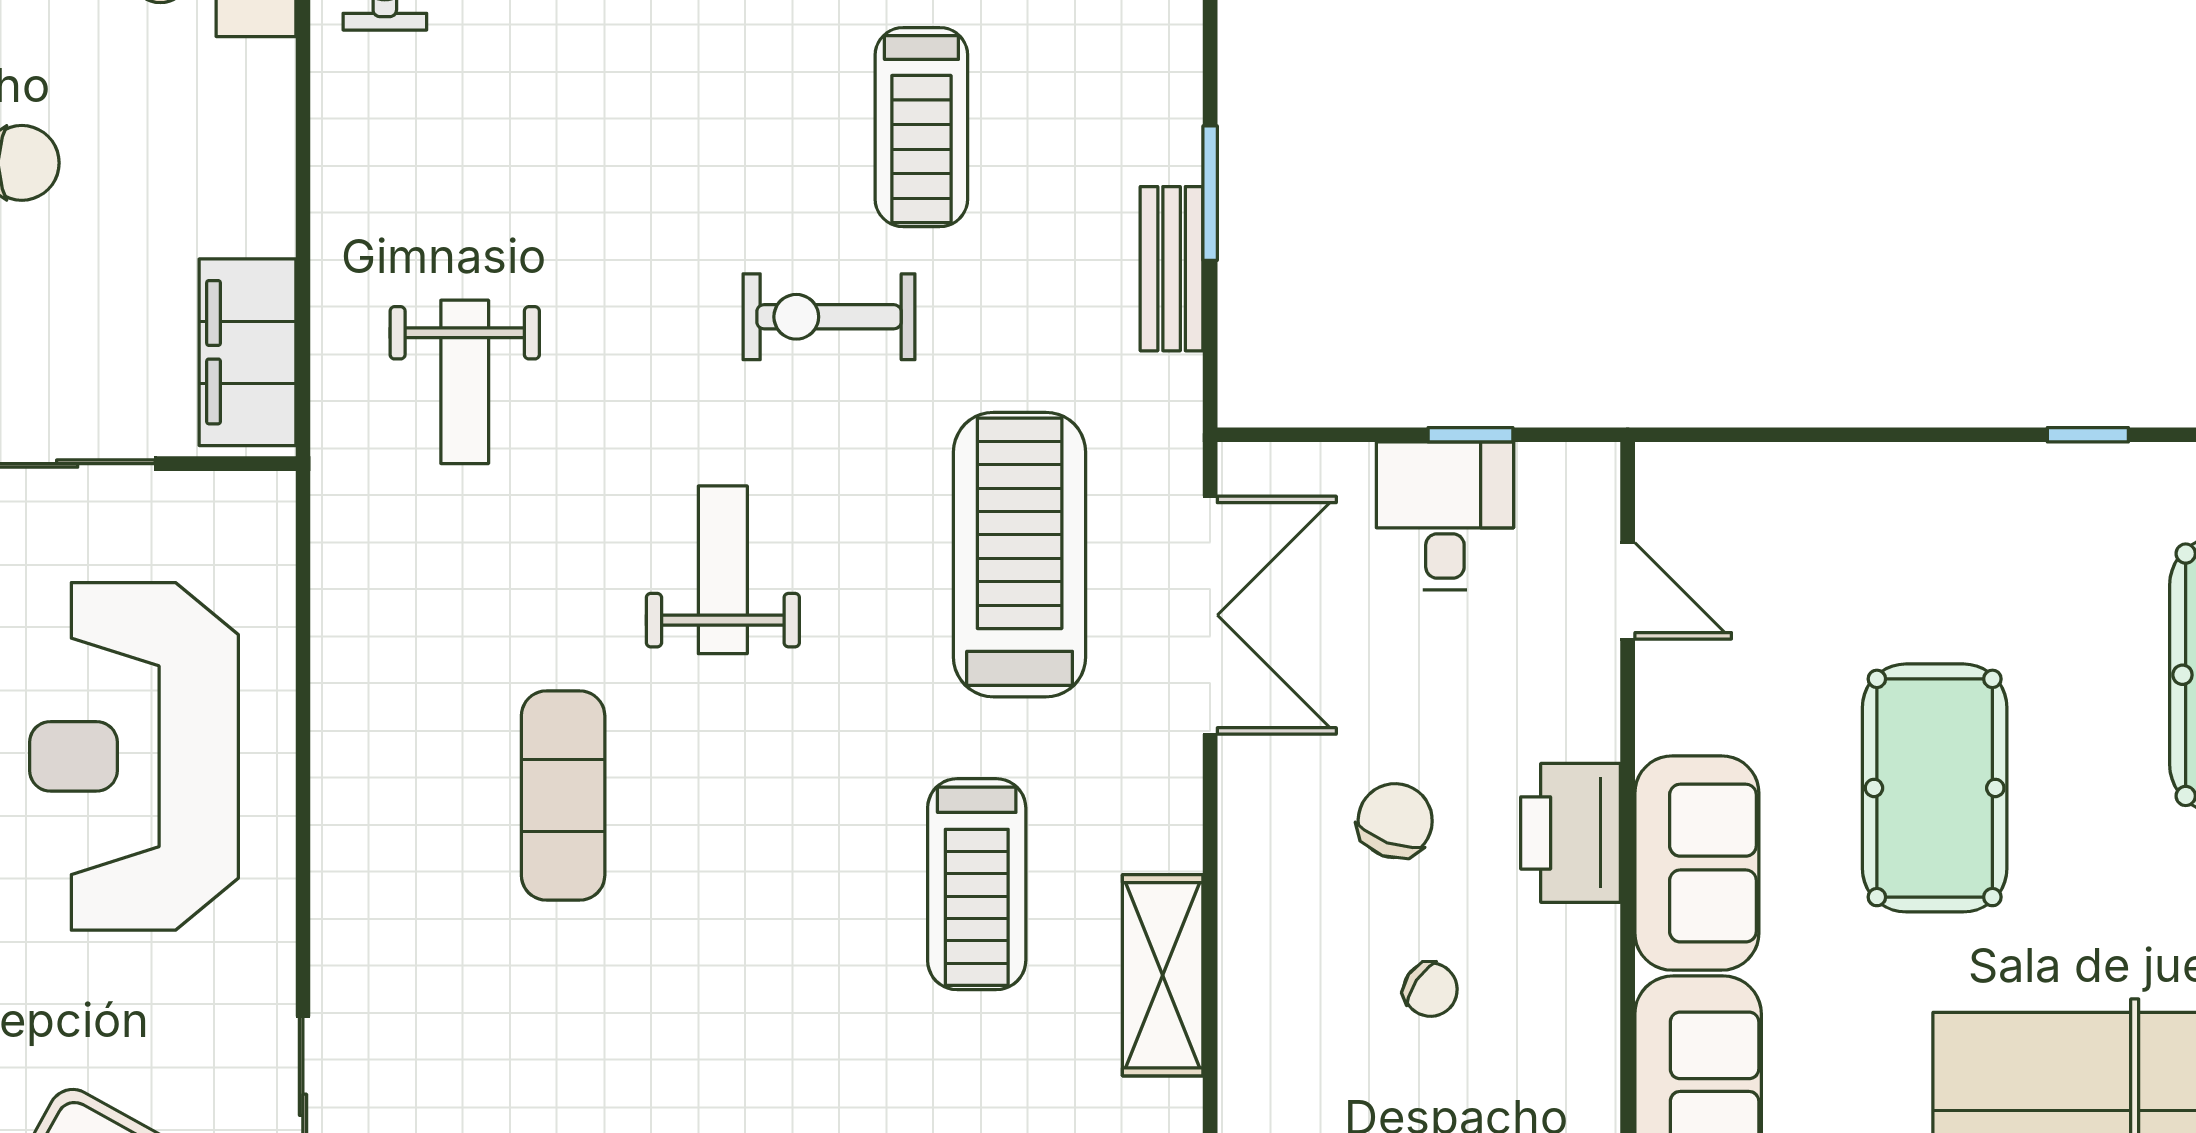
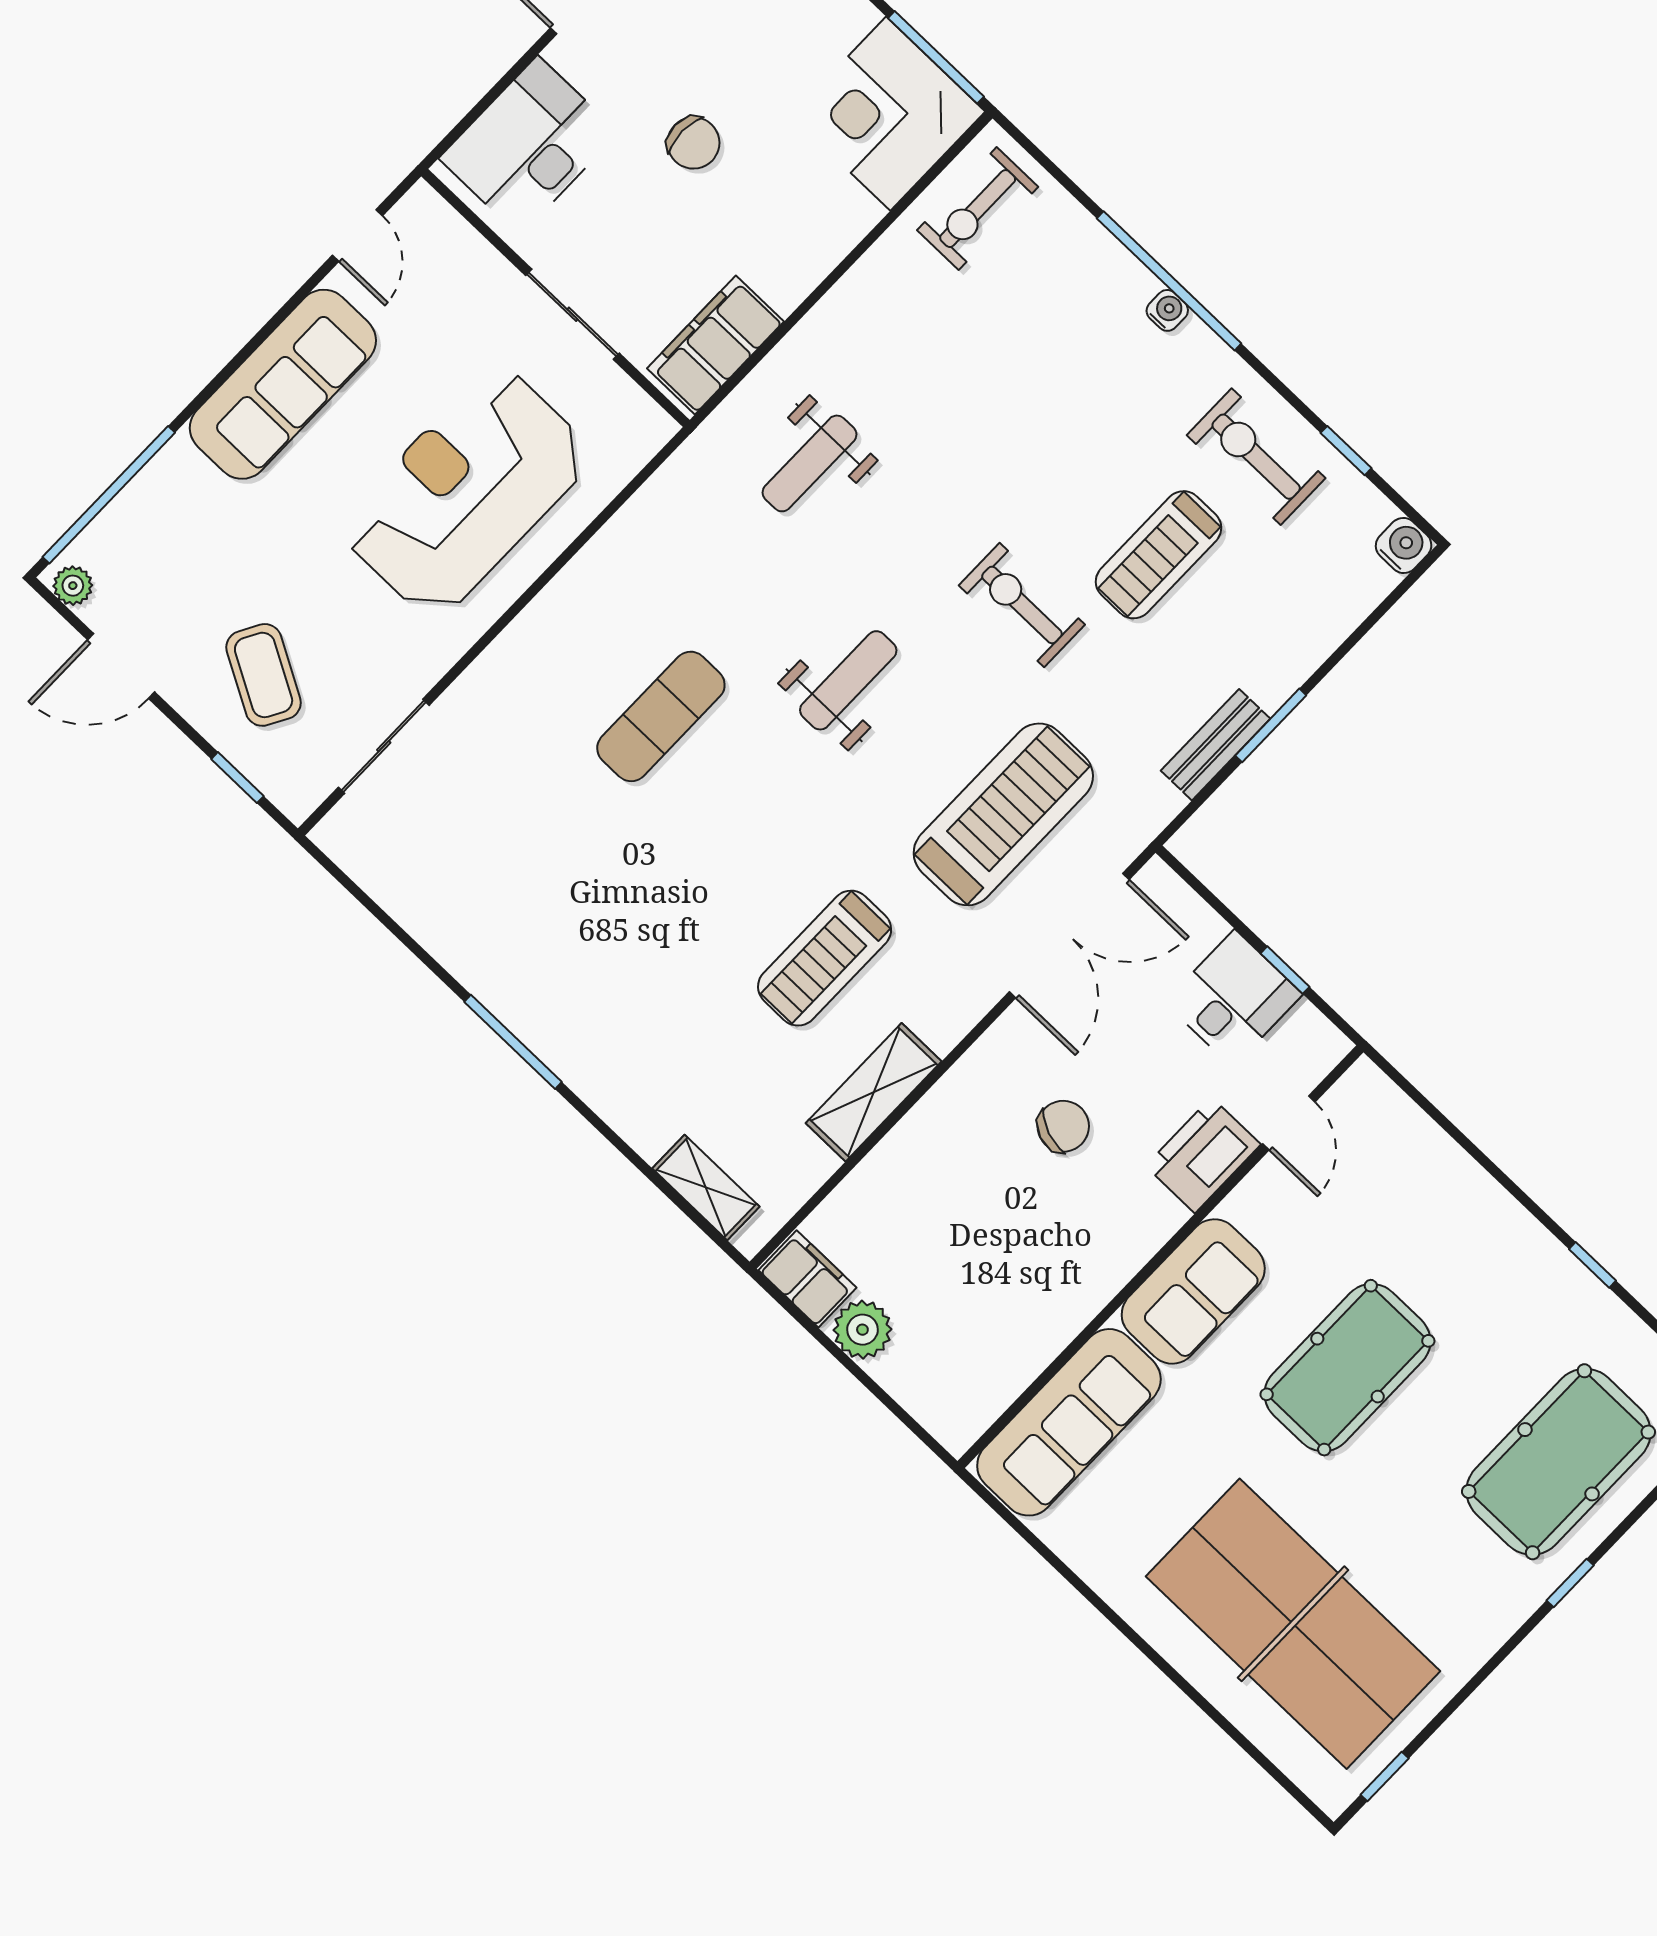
printer: (1571, 833) -> (1203, 1155), moved
chair: (1430, 990) -> (1000, 1227), removed

